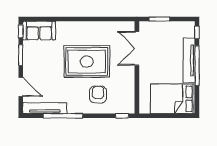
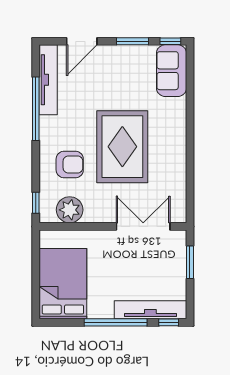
tv unit: (189, 60) -> (150, 310), moved
plant: (126, 95) -> (70, 210), added

